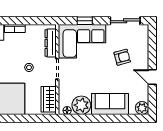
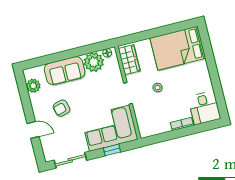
dresser: (51, 43) -> (142, 118), removed
armchair: (122, 57) -> (61, 108), moved
door: (152, 77) -> (33, 130), moved
plant: (142, 108) -> (33, 86), moved

